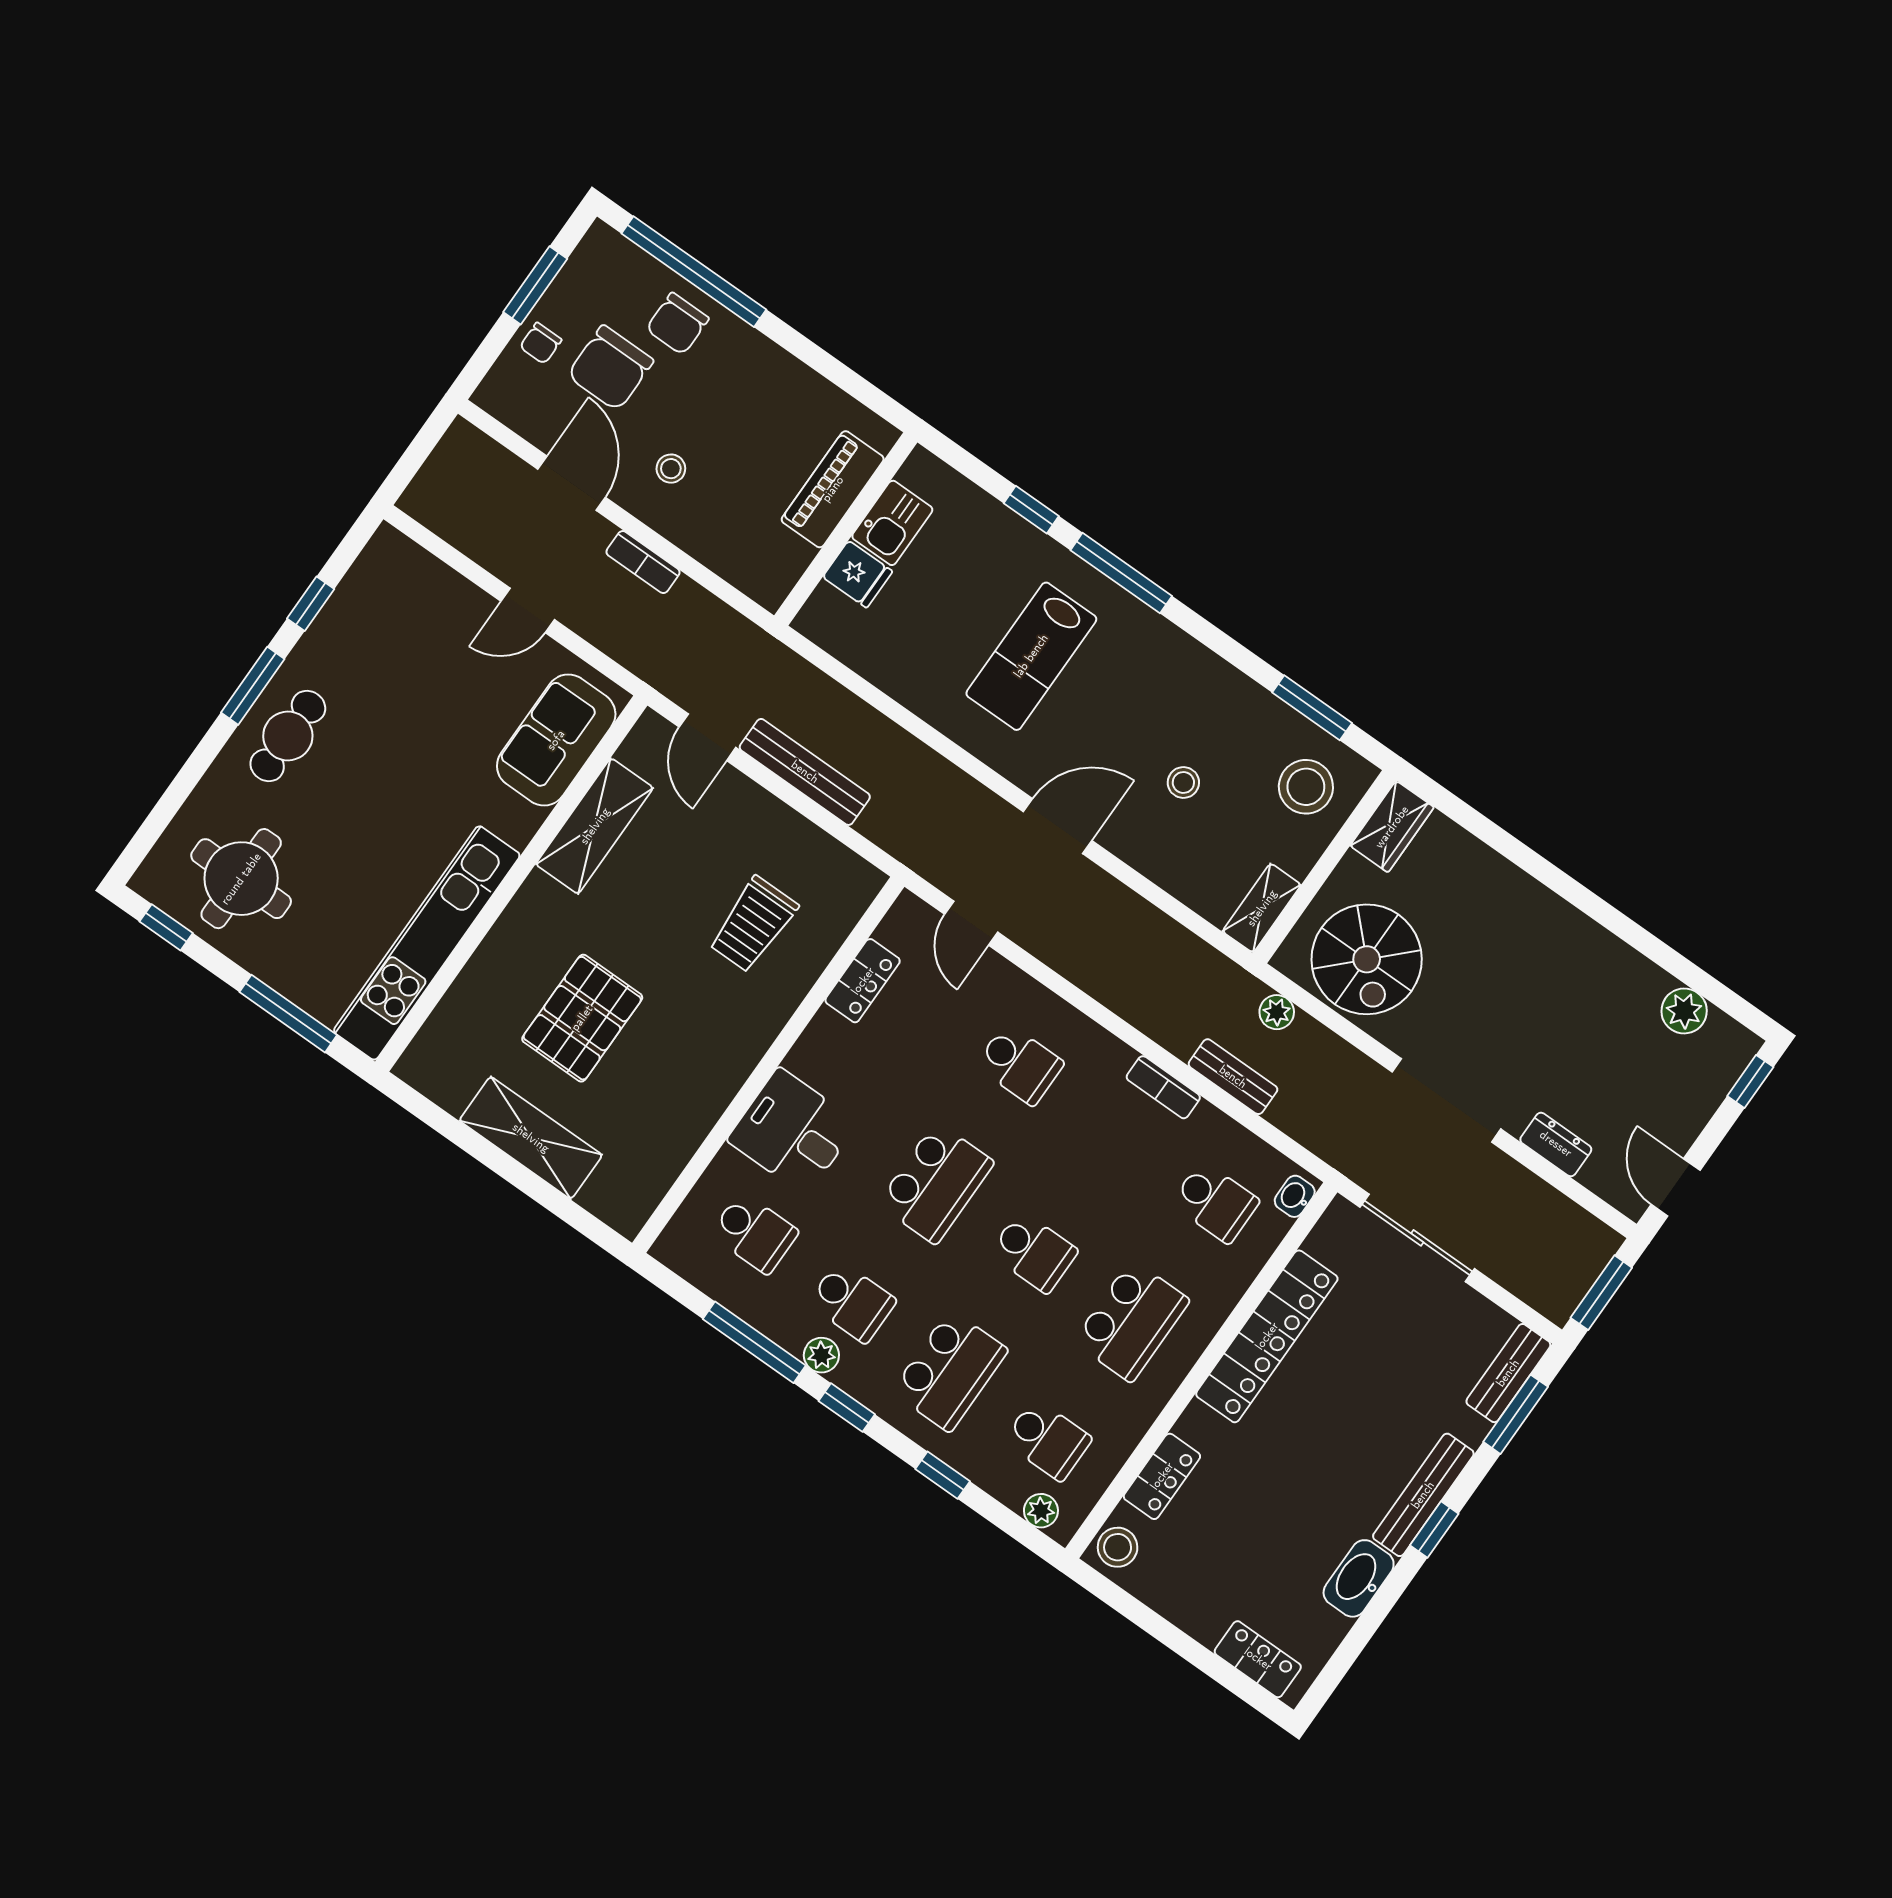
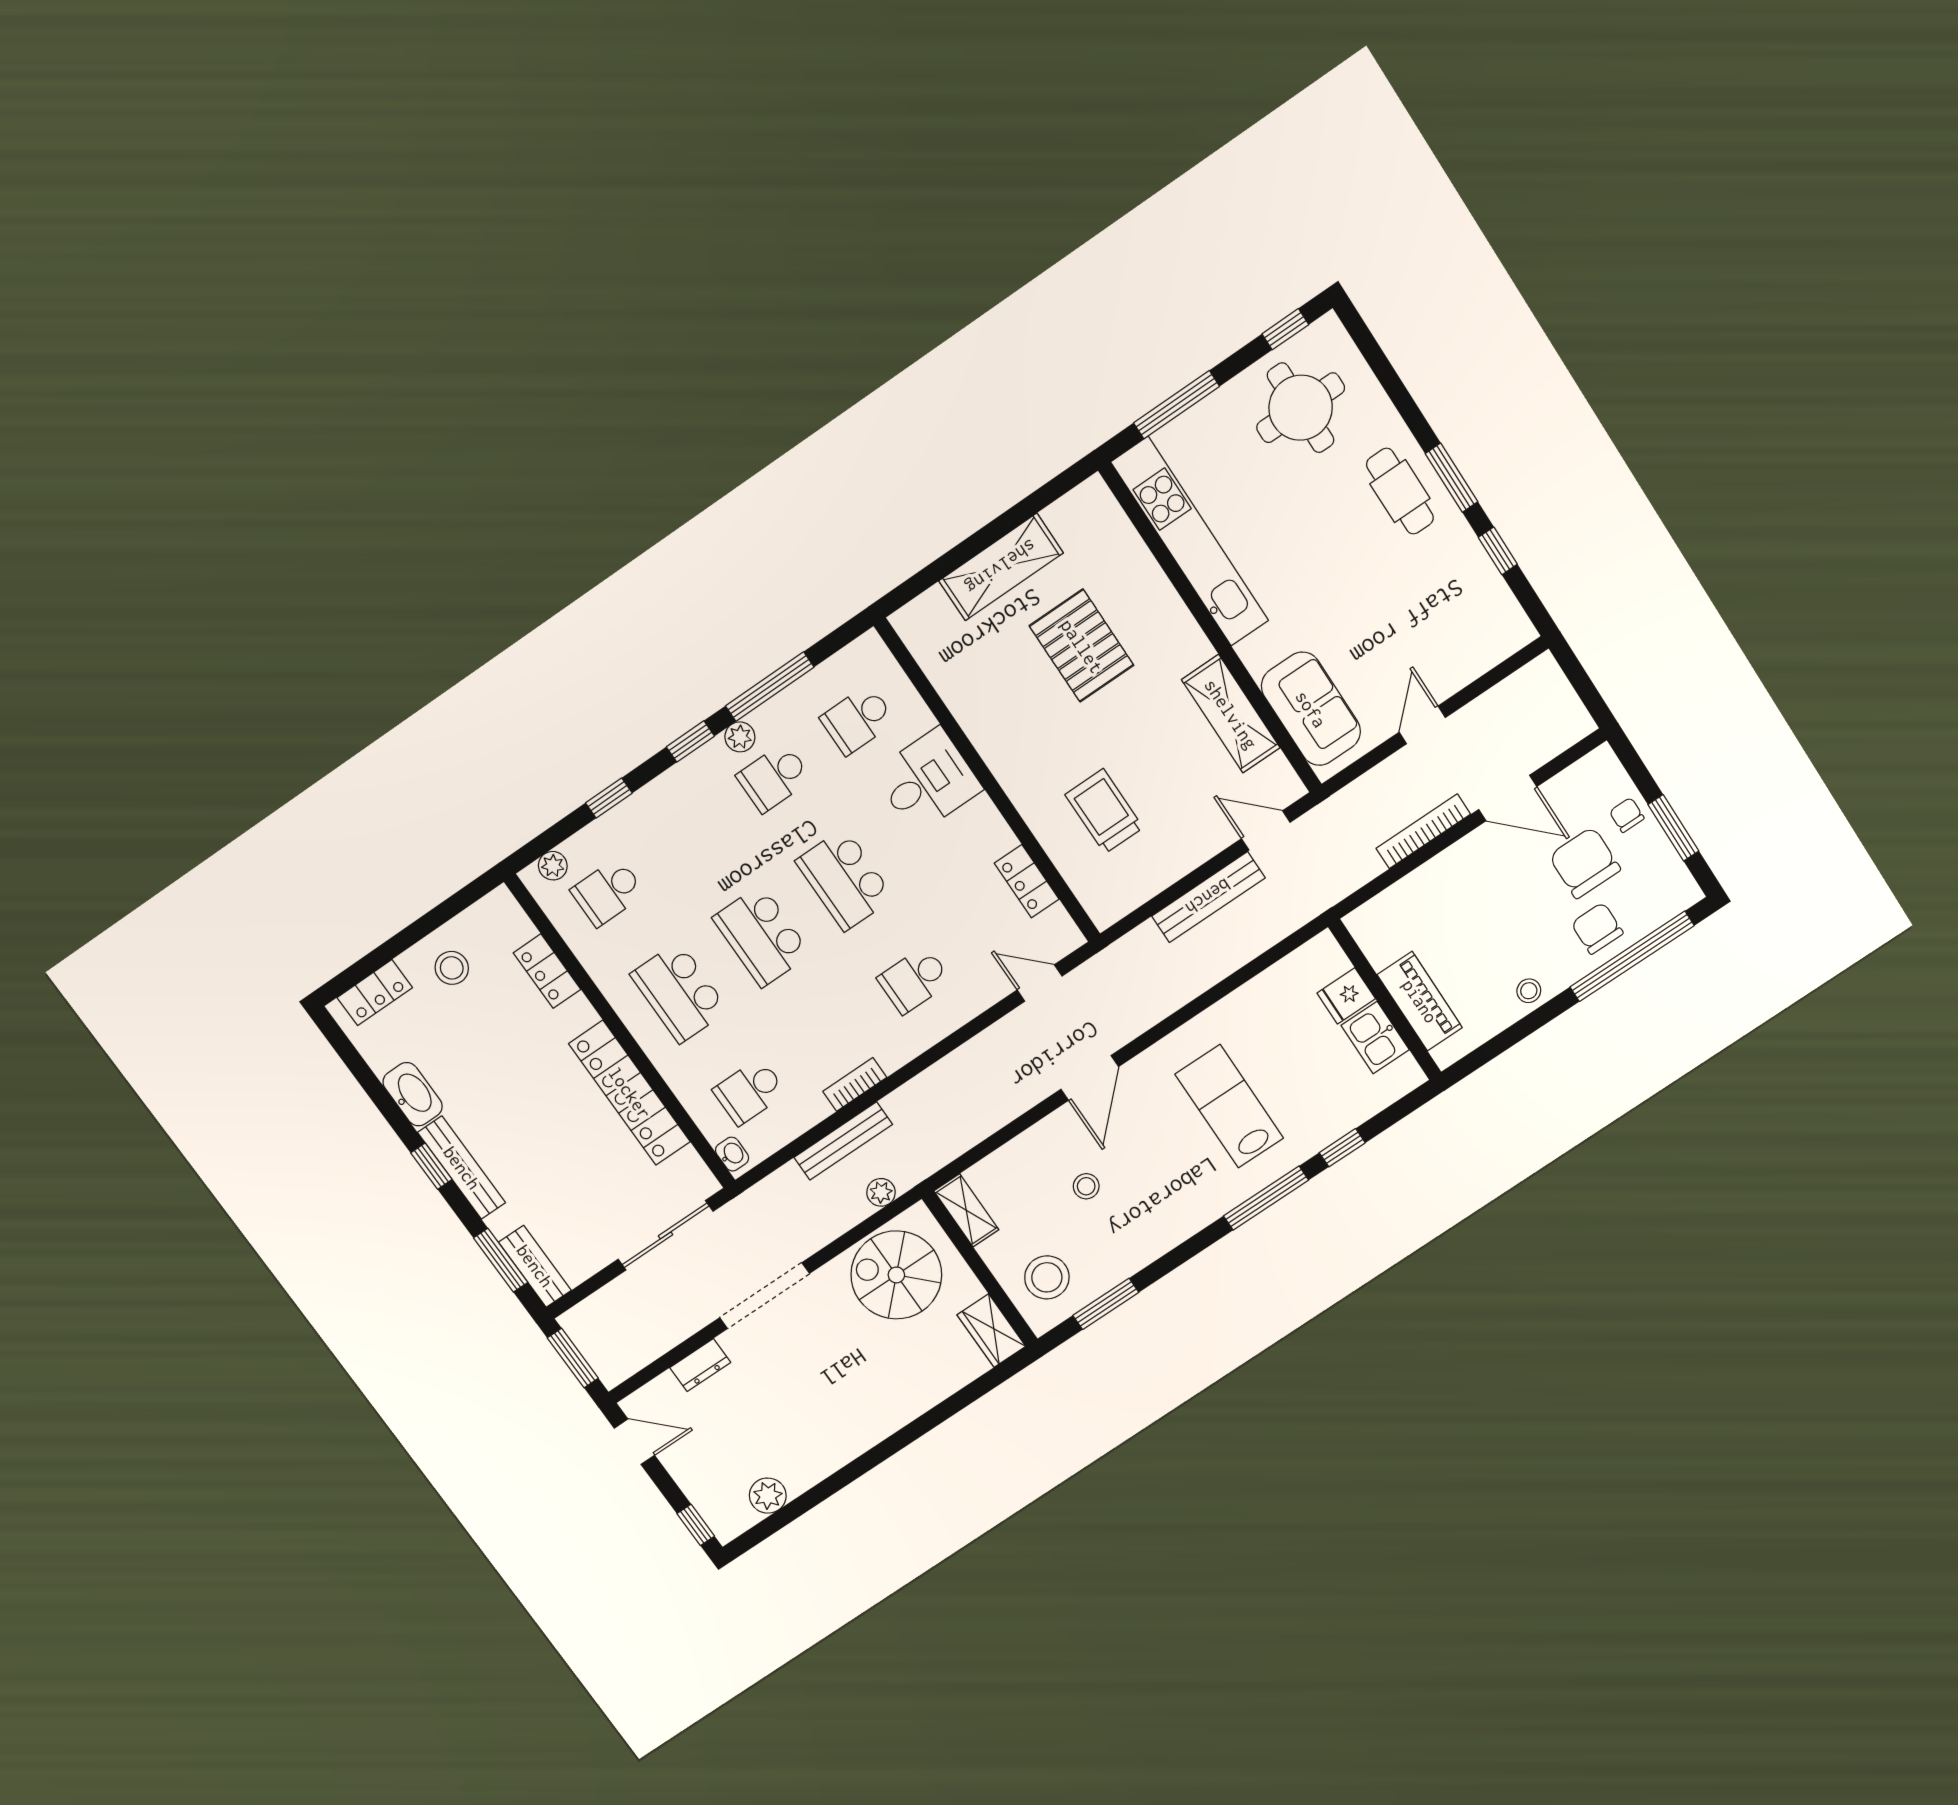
stool: (671, 469) -> (1529, 991), moved
bookcase: (643, 562) -> (1423, 831), width x1.56
bench: (1233, 1077) -> (843, 1141), width x1.36
school desk: (1034, 1252) -> (762, 936), width x1.85
school desk: (950, 1371) -> (691, 835), removed
stool: (1118, 1547) -> (452, 968), moved

